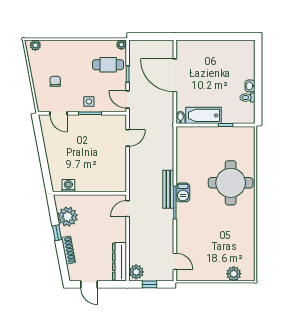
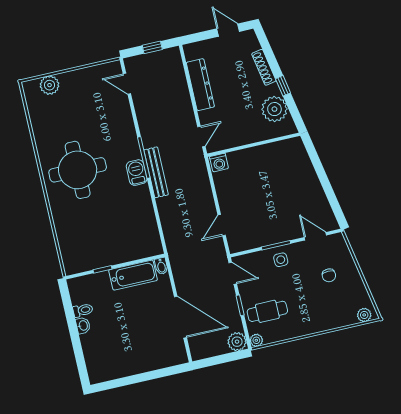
round table: (231, 183) -> (78, 170), moved
washing machine: (68, 186) -> (219, 163), moved
dresser: (119, 262) -> (200, 85), moved
plant: (136, 272) -> (237, 342), moved

